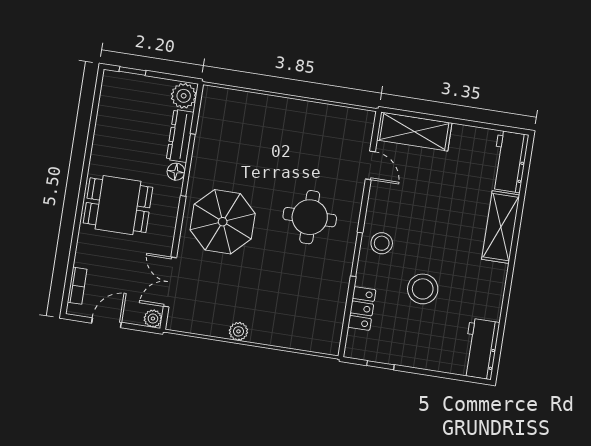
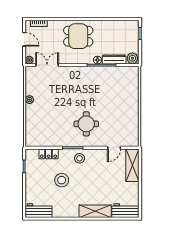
dining table: (118, 205) -> (78, 36), turned 90
parasol: (223, 222) -> (78, 85), removed

